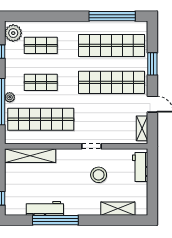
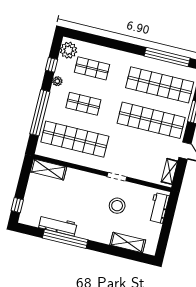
plant: (10, 97) -> (57, 81), moved
shelving: (30, 156) -> (48, 169), width x0.68

